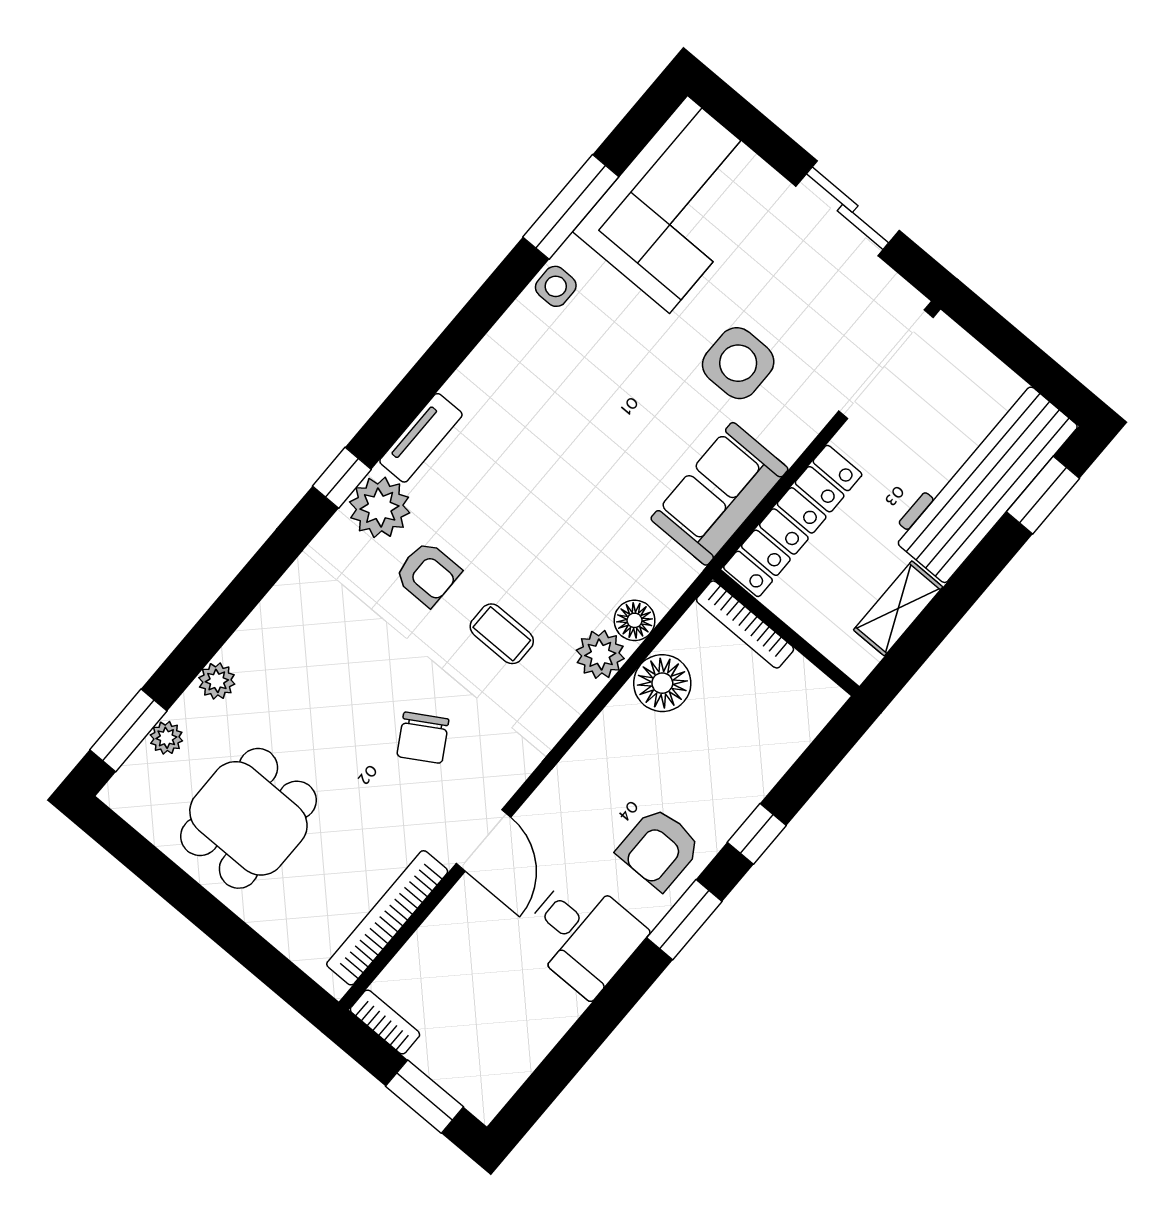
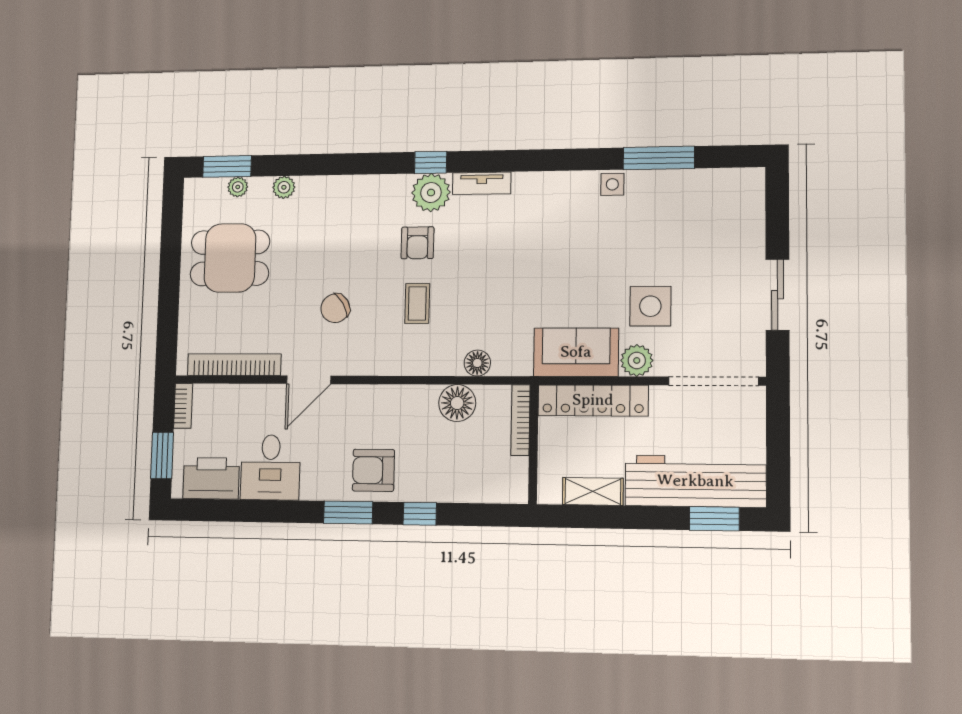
corner sofa: (678, 205) -> (706, 209), removed
plant: (600, 654) -> (637, 360), moved
desk: (583, 935) -> (270, 467), moved
printer: (504, 1057) -> (211, 478), added

